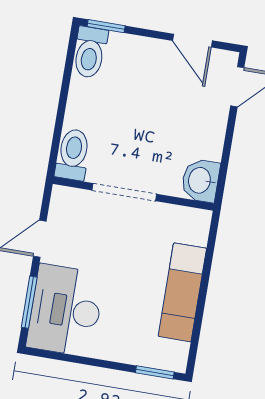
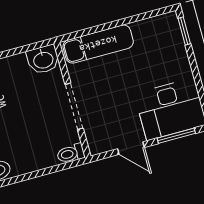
toilet: (73, 155) -> (71, 153), width x0.73, depth x0.72
exam couch: (182, 292) -> (98, 44), moved

